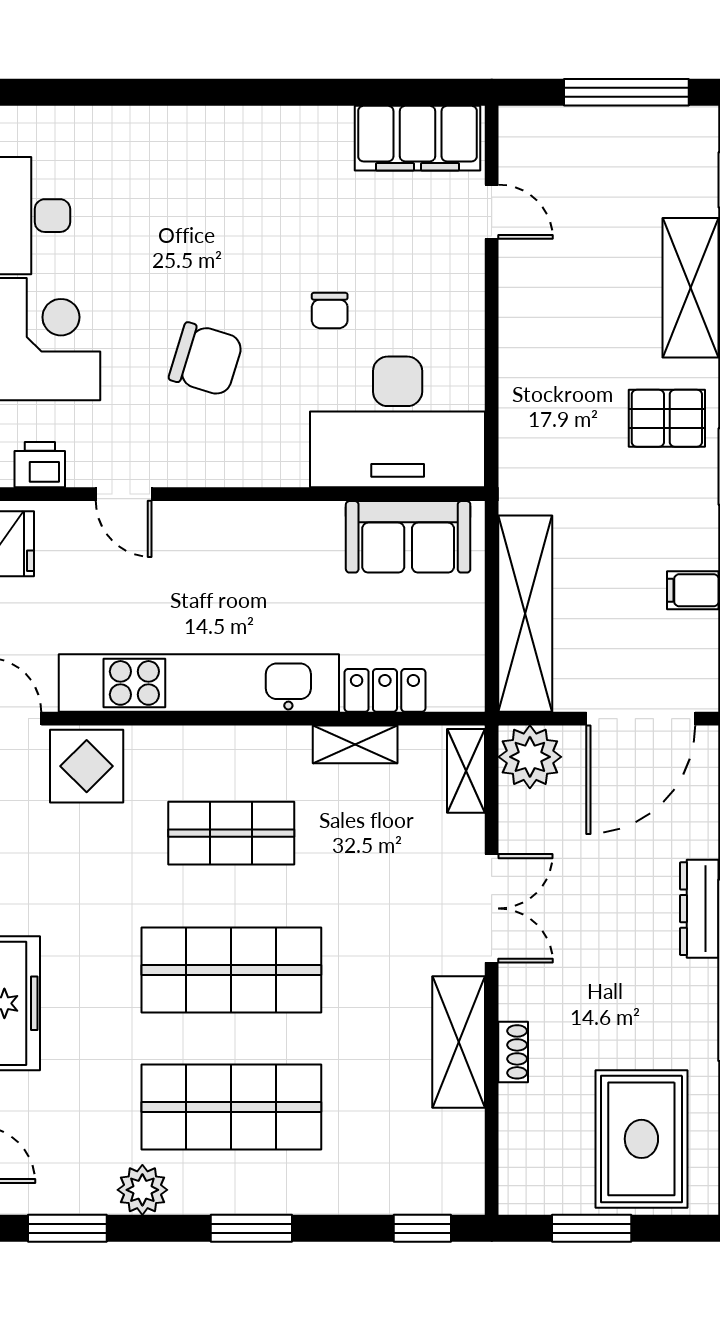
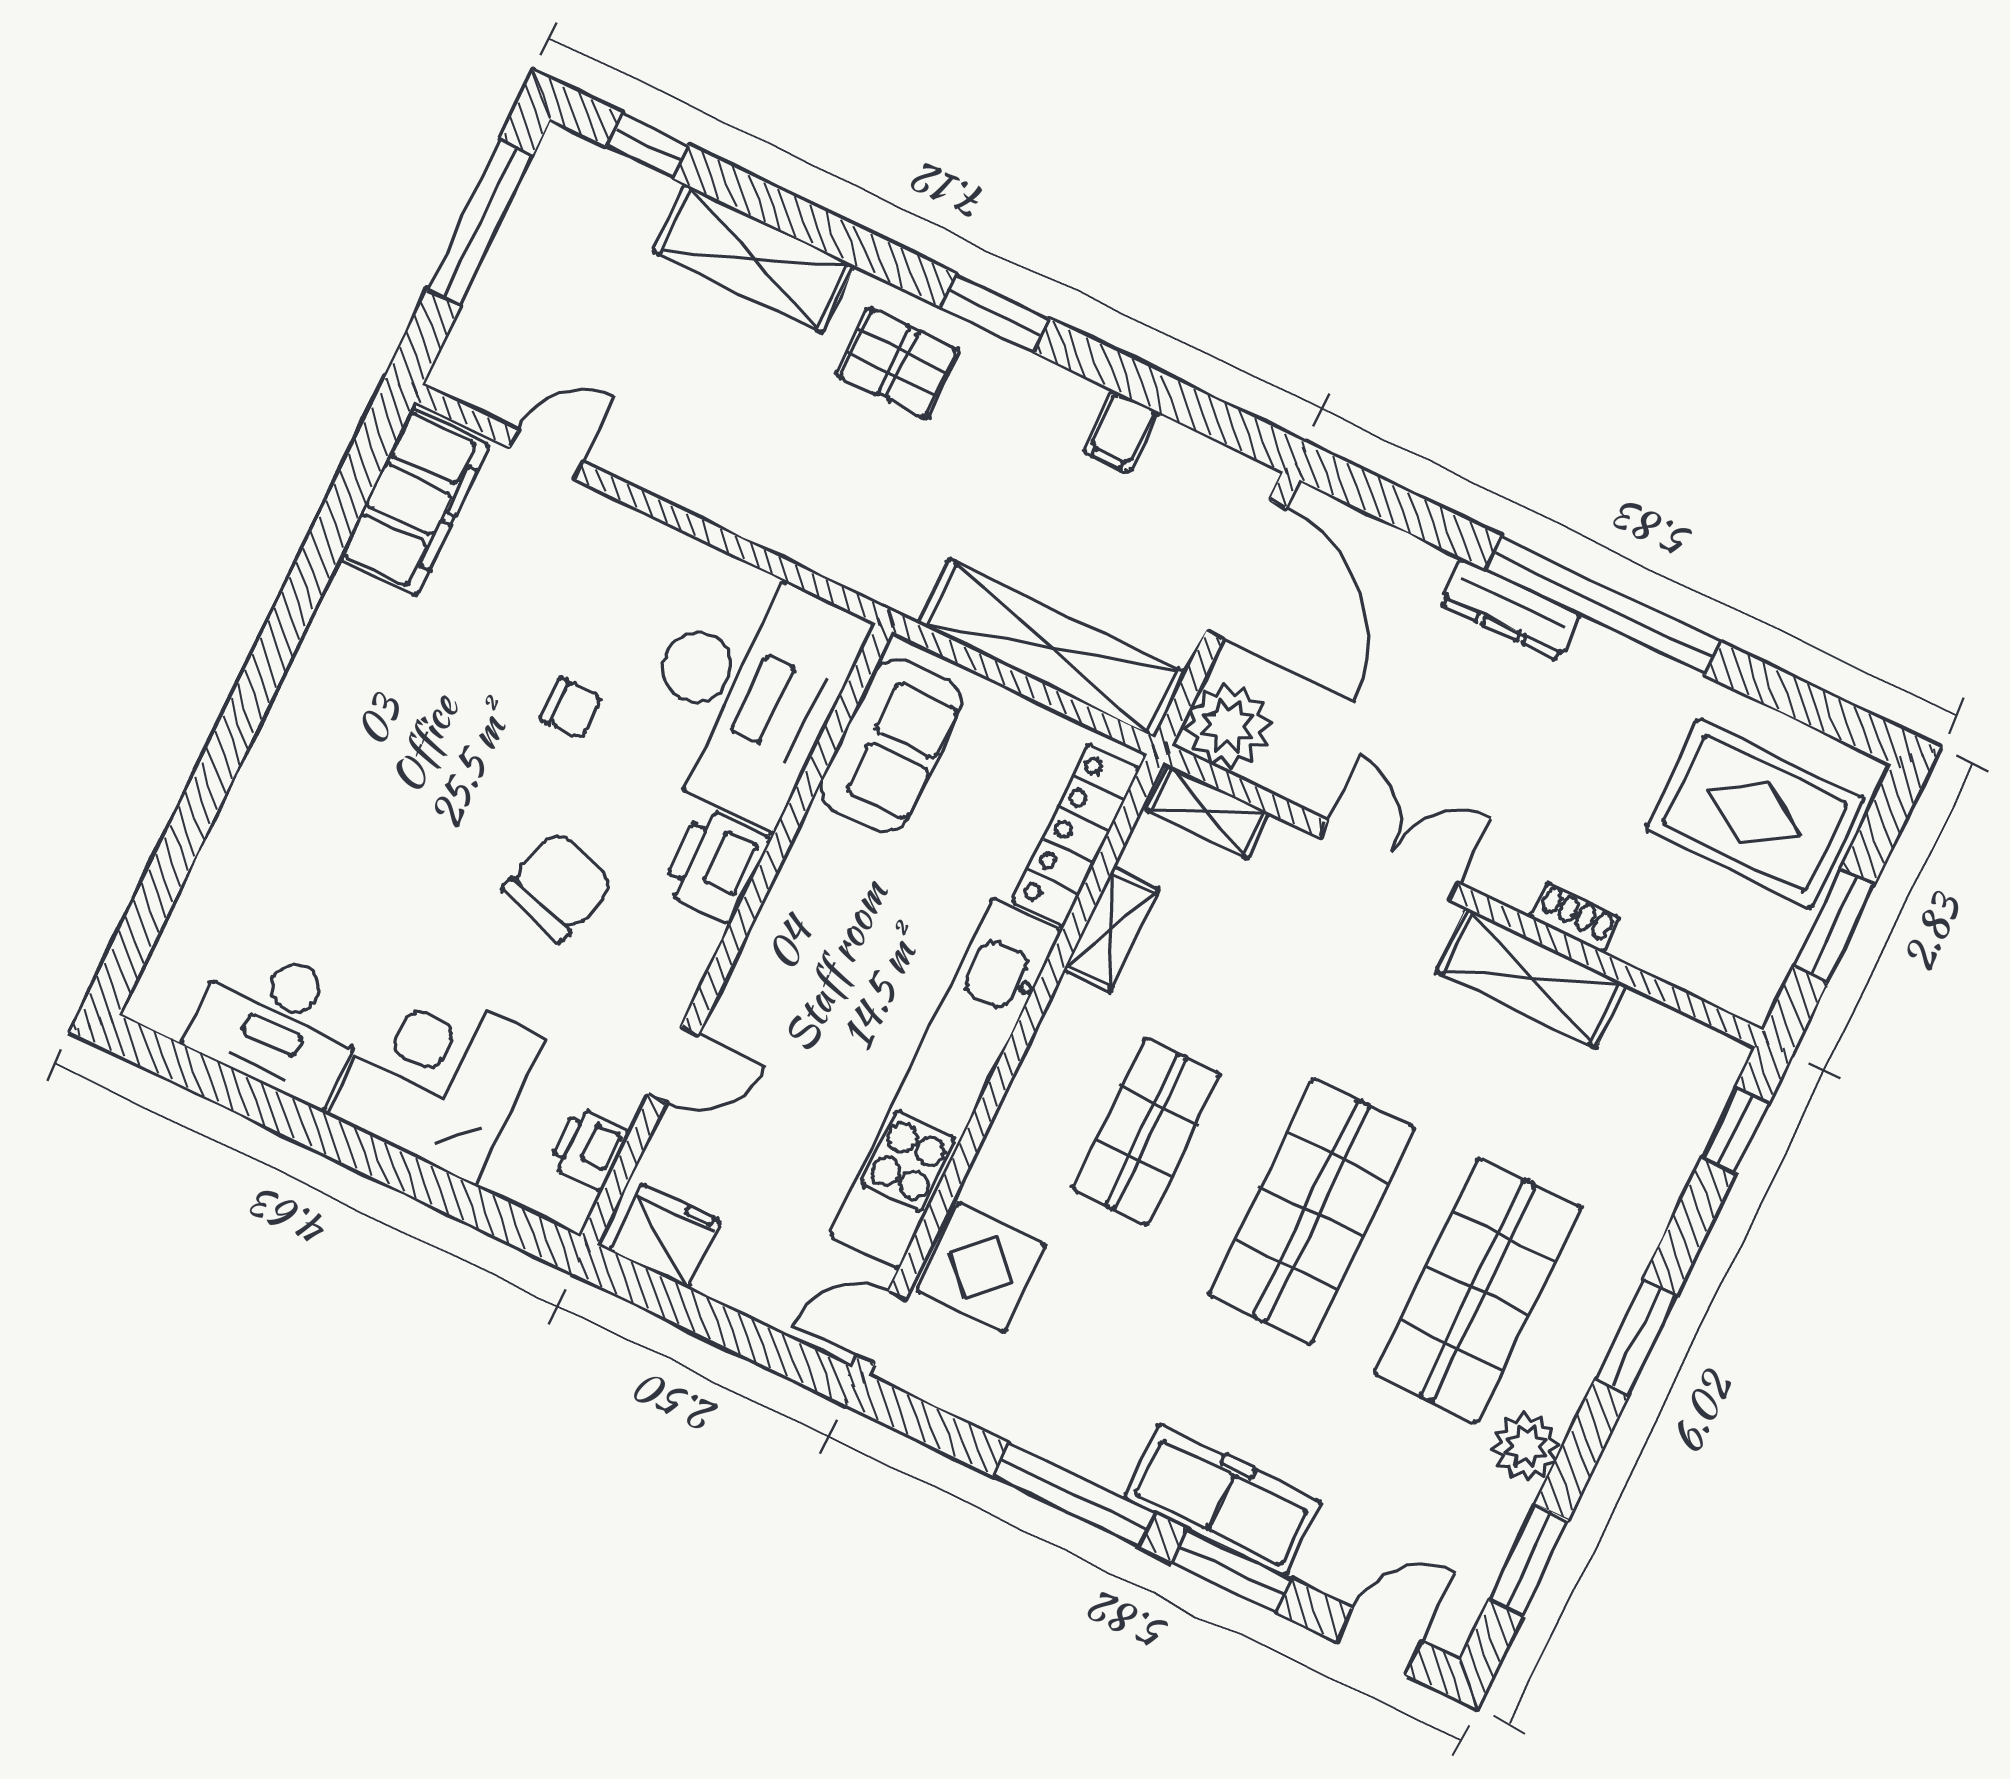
pallet: (667, 418) -> (898, 363), turned 90
printer: (271, 458) -> (716, 865), added
locker: (385, 690) -> (1076, 835), width x1.53

